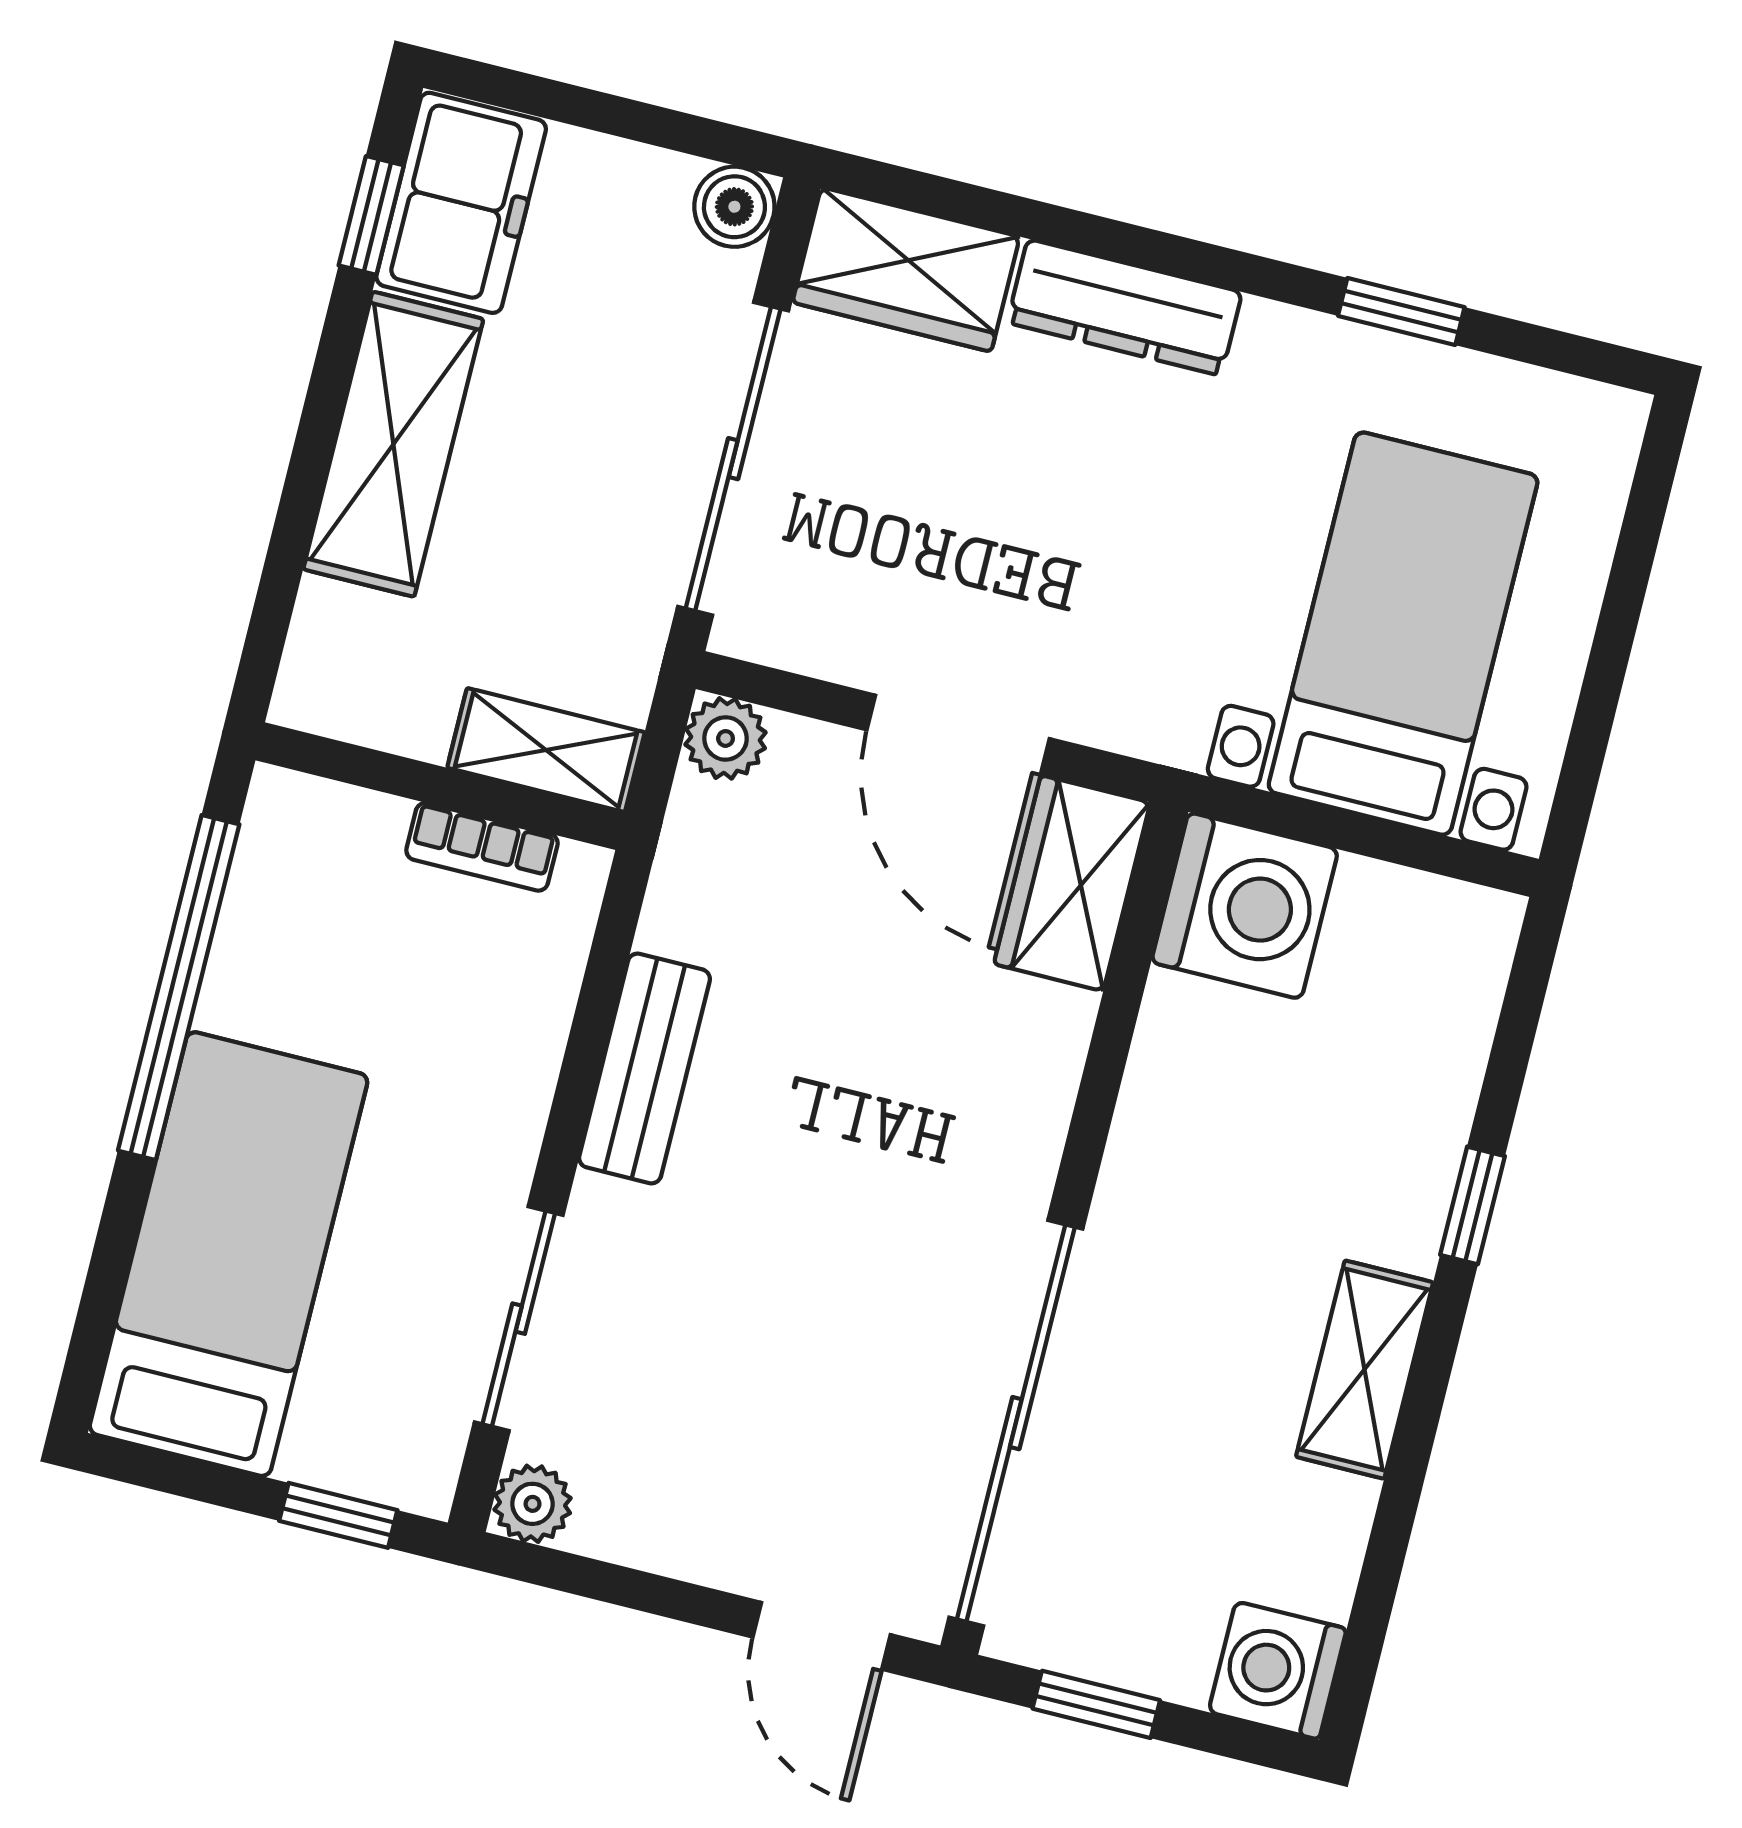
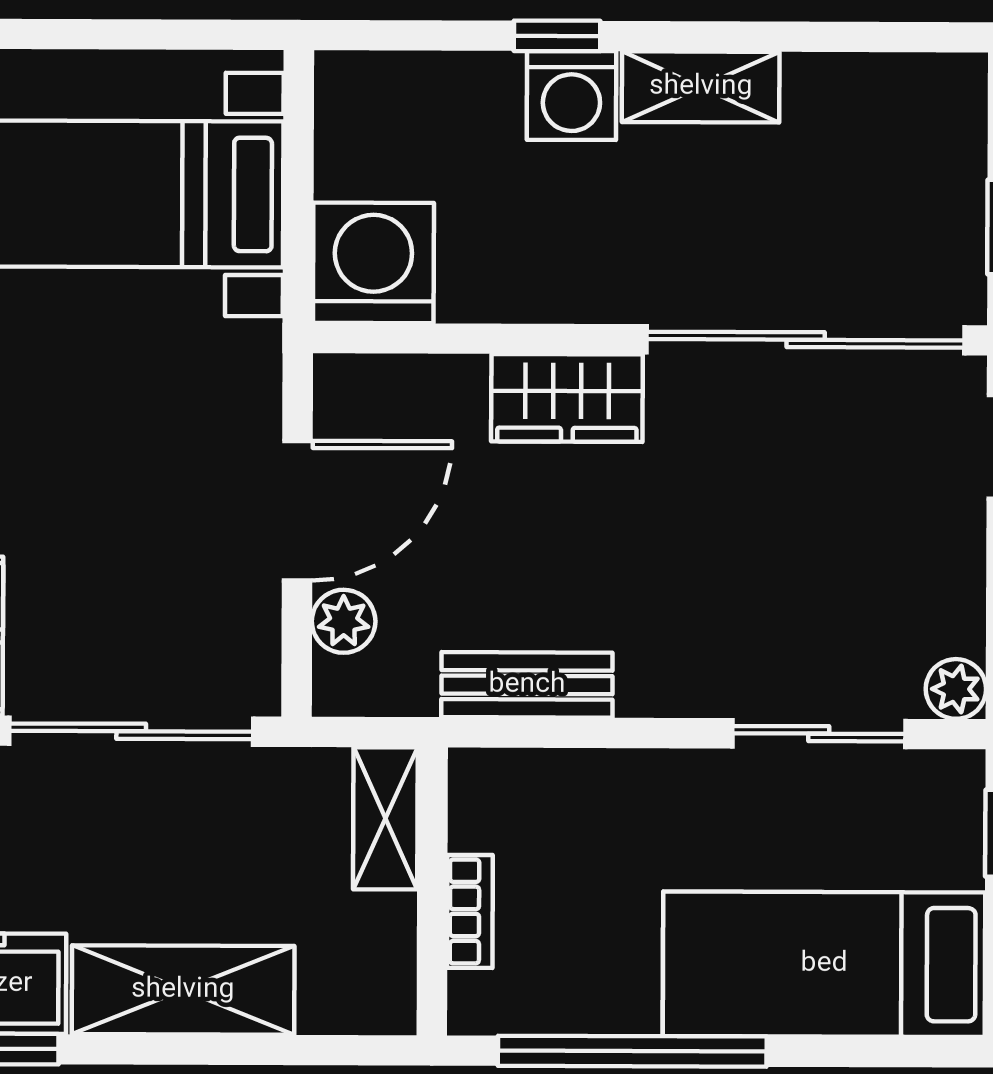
plant: (726, 738) -> (344, 621), moved
bookcase: (482, 847) -> (470, 911), moved
wardrobe: (1072, 883) -> (567, 398), moved
bench: (645, 1068) -> (527, 685), moved
washing machine: (1277, 1670) -> (571, 96), moved

